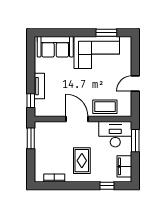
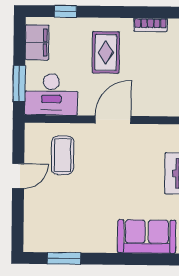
corner sofa: (97, 53) -> (80, 227), removed
coffee table: (105, 107) -> (63, 155), moved, turned 90
door: (77, 119) -> (113, 120), swing flipped

